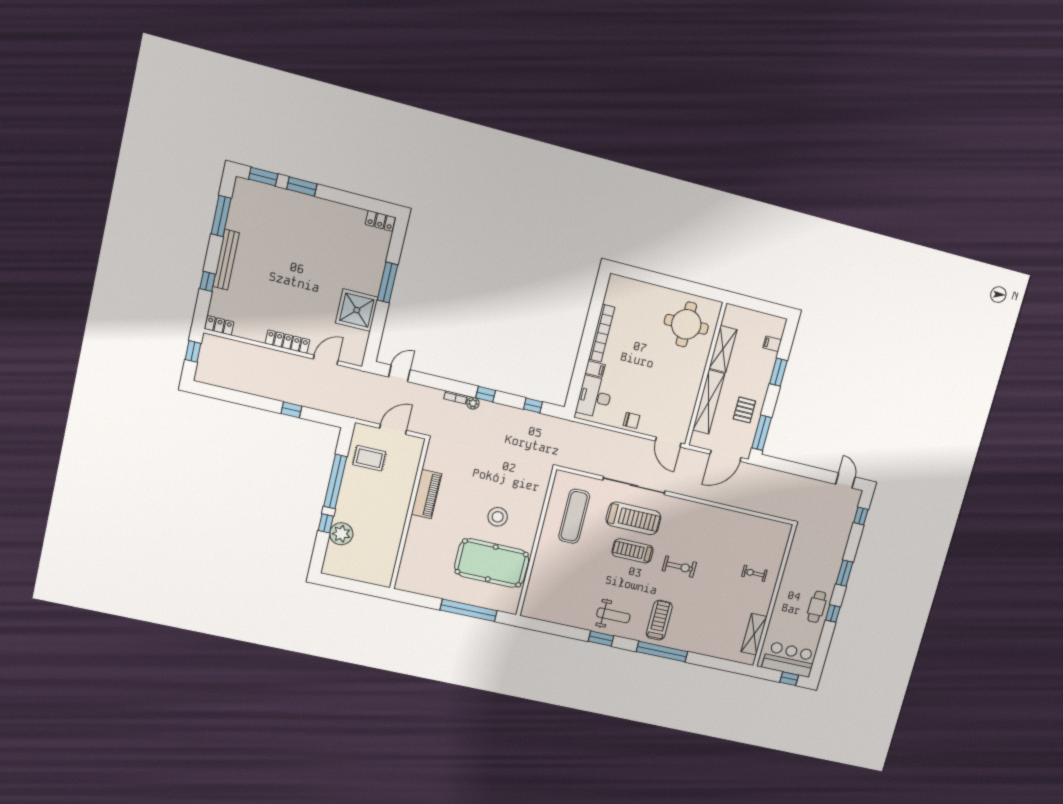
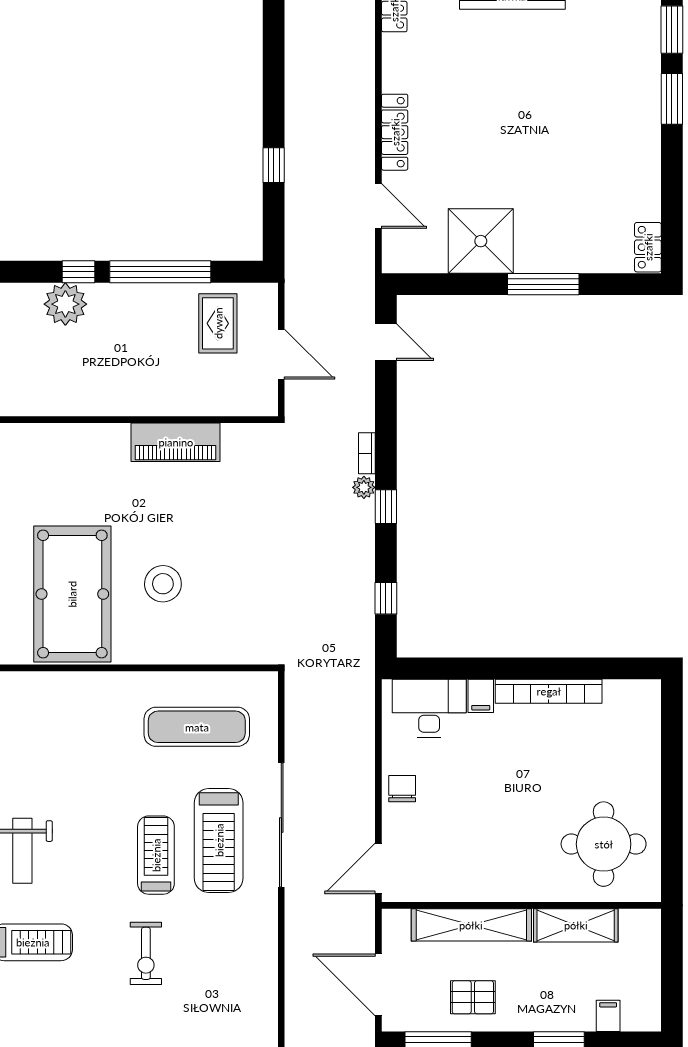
chair: (632, 420) -> (402, 789), turned 180

